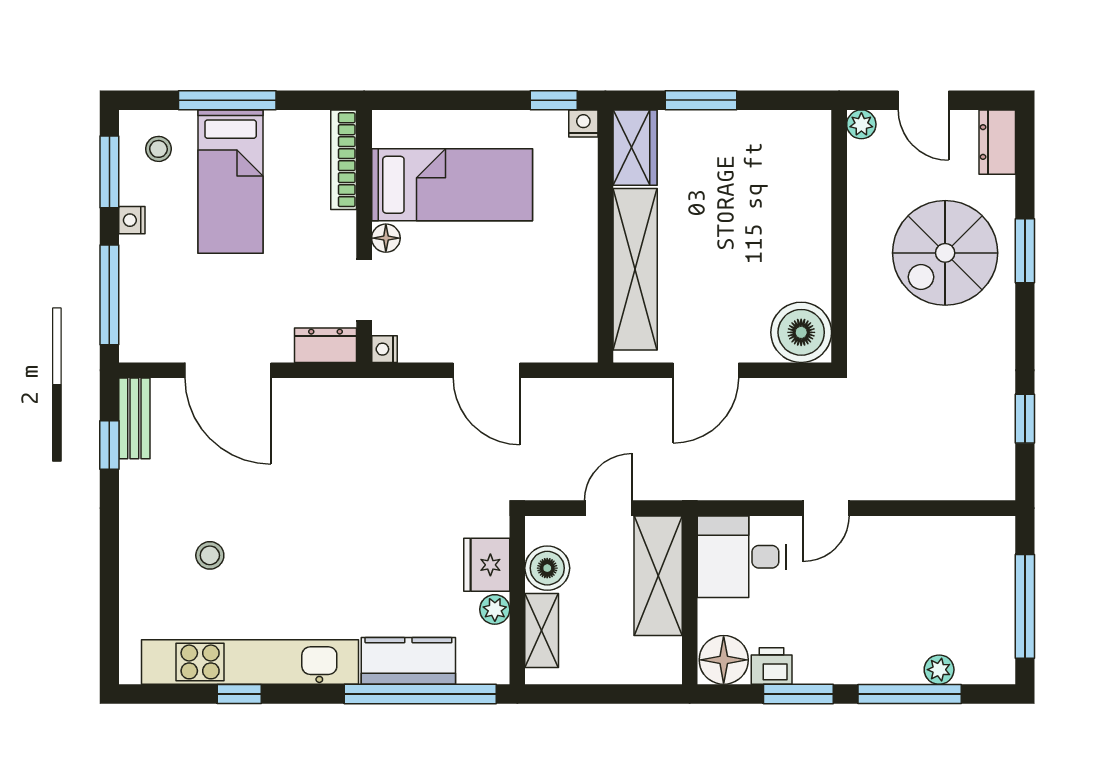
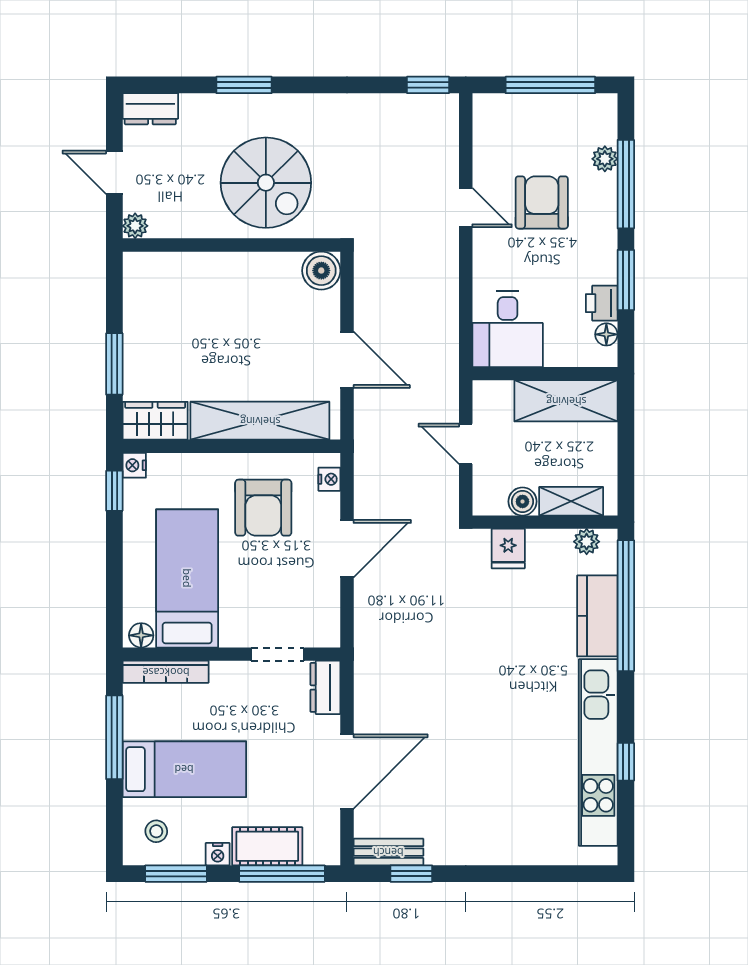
window: (227, 100) -> (114, 737), moved
door: (923, 100) -> (114, 172), swing flipped
floor lamp: (386, 238) -> (141, 635), moved
spiral stairs: (945, 253) -> (266, 183), moved
armchair: (534, 273) -> (263, 508), added
cot: (141, 278) -> (267, 846), added
boiler: (801, 332) -> (321, 271), width x0.73, depth x0.73
nightstand: (384, 349) -> (329, 479), moved, turned -90
window: (1025, 419) -> (428, 85), moved
door: (826, 508) -> (466, 208), moved
stool: (210, 555) -> (506, 787), removed
fridge: (487, 565) -> (508, 548), width x0.72
boiler: (547, 568) -> (522, 501), width x0.73, depth x0.73
shelving: (658, 576) -> (566, 401), moved
armchair: (888, 596) -> (542, 202), added
plant: (495, 609) -> (587, 542), moved
floor lamp: (724, 660) -> (606, 334), width x0.53, depth x0.53

